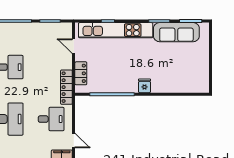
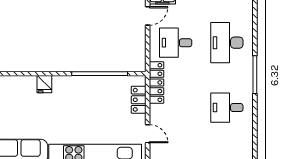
fridge: (144, 86) -> (44, 84), moved
door: (74, 141) -> (148, 16), swing flipped

